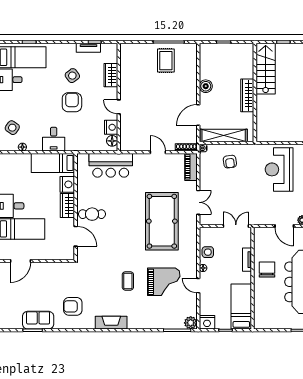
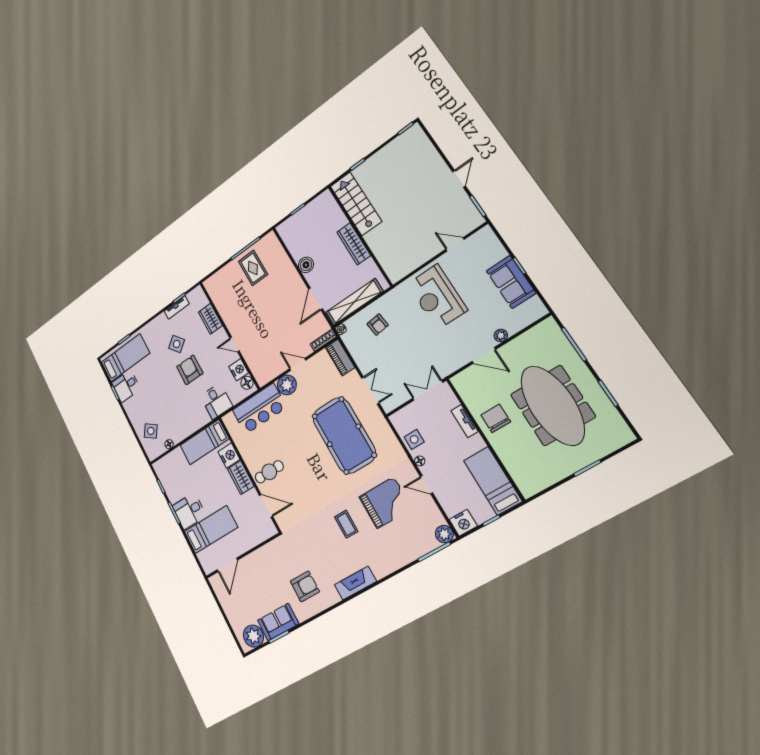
desk: (54, 139) -> (216, 401), moved
plant: (141, 161) -> (287, 385), added
armchair: (73, 306) -> (305, 586), turned 180
plant: (13, 320) -> (253, 636), added

